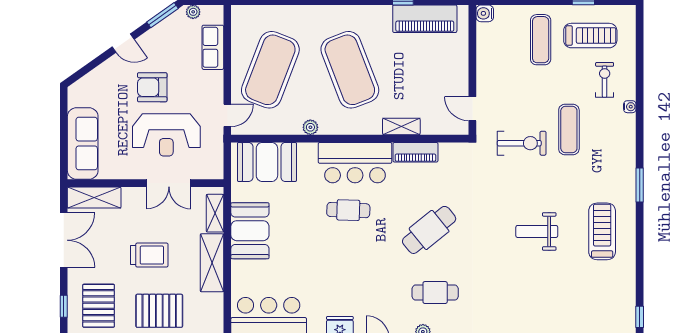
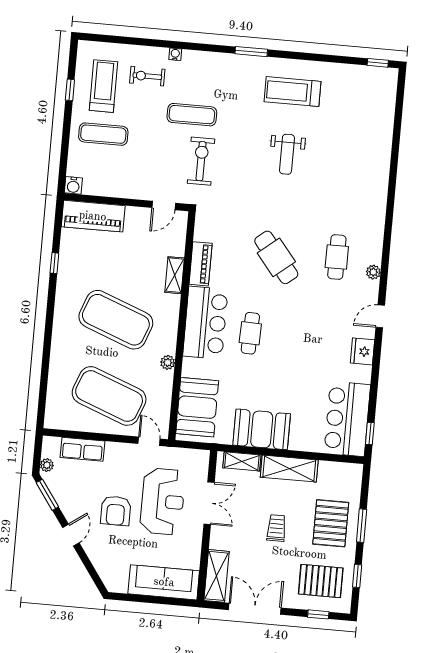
piano: (425, 19) -> (93, 216), moved, turned 90
exercise mat: (350, 70) -> (116, 320), turned 42
trolley: (149, 255) -> (276, 528), width x0.73, depth x0.72

